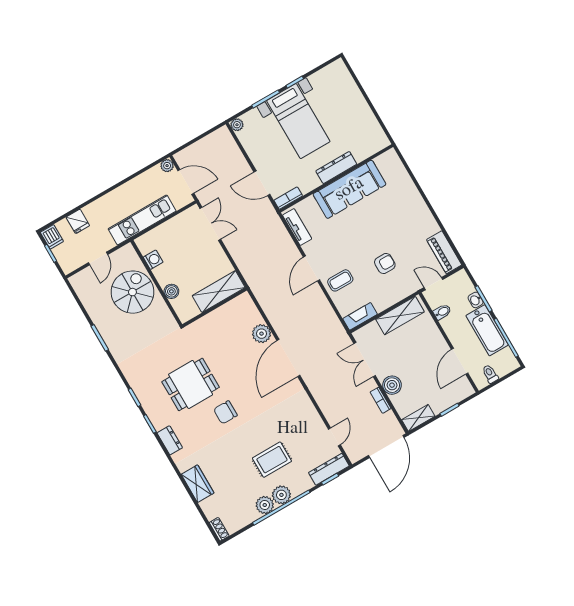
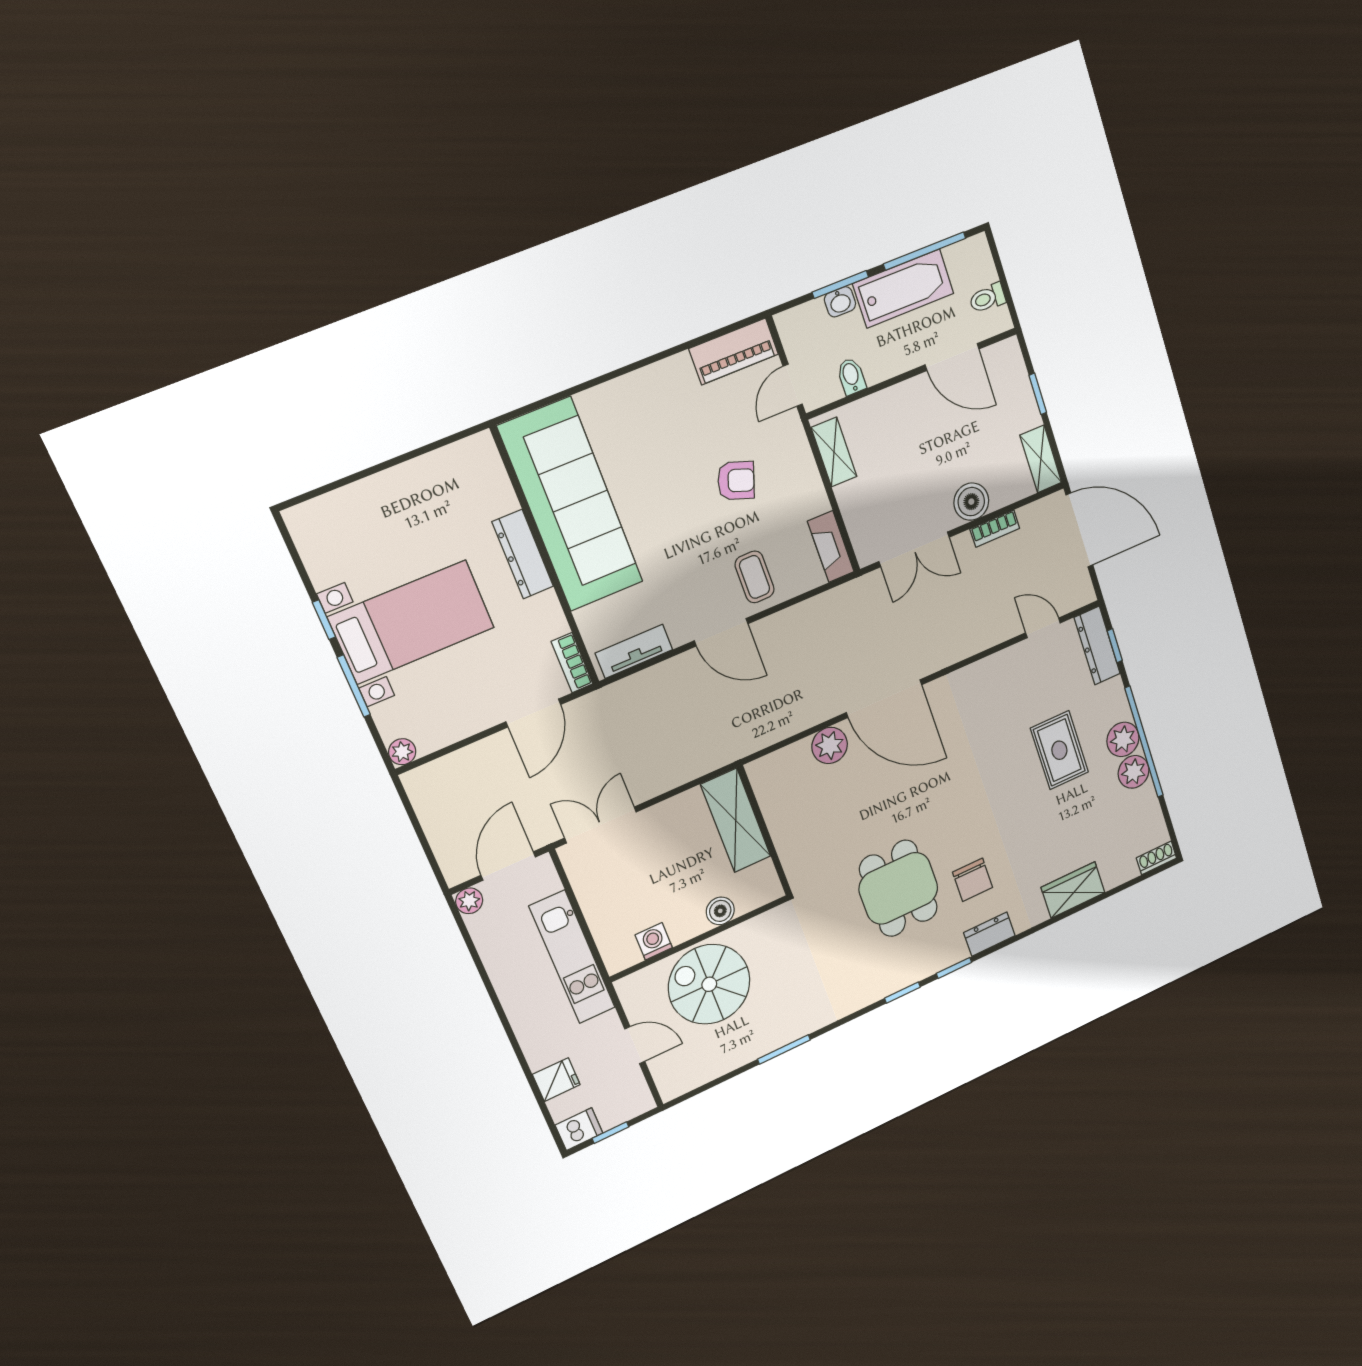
sofa: (349, 189) -> (571, 505), width x1.36, depth x1.27
armchair: (385, 264) -> (736, 481), turned 109
shelving: (400, 316) -> (834, 452), width x0.67, depth x0.75
chair: (225, 412) -> (973, 880), moved

